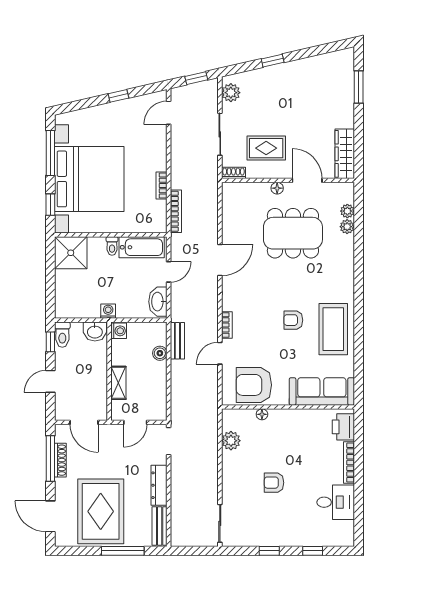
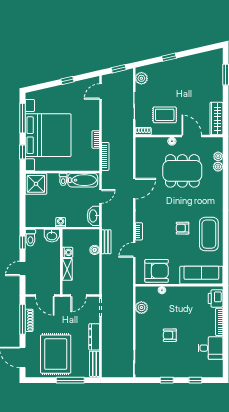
washing machine: (119, 331) -> (68, 252), moved
armchair: (254, 385) -> (157, 271), turned 180

